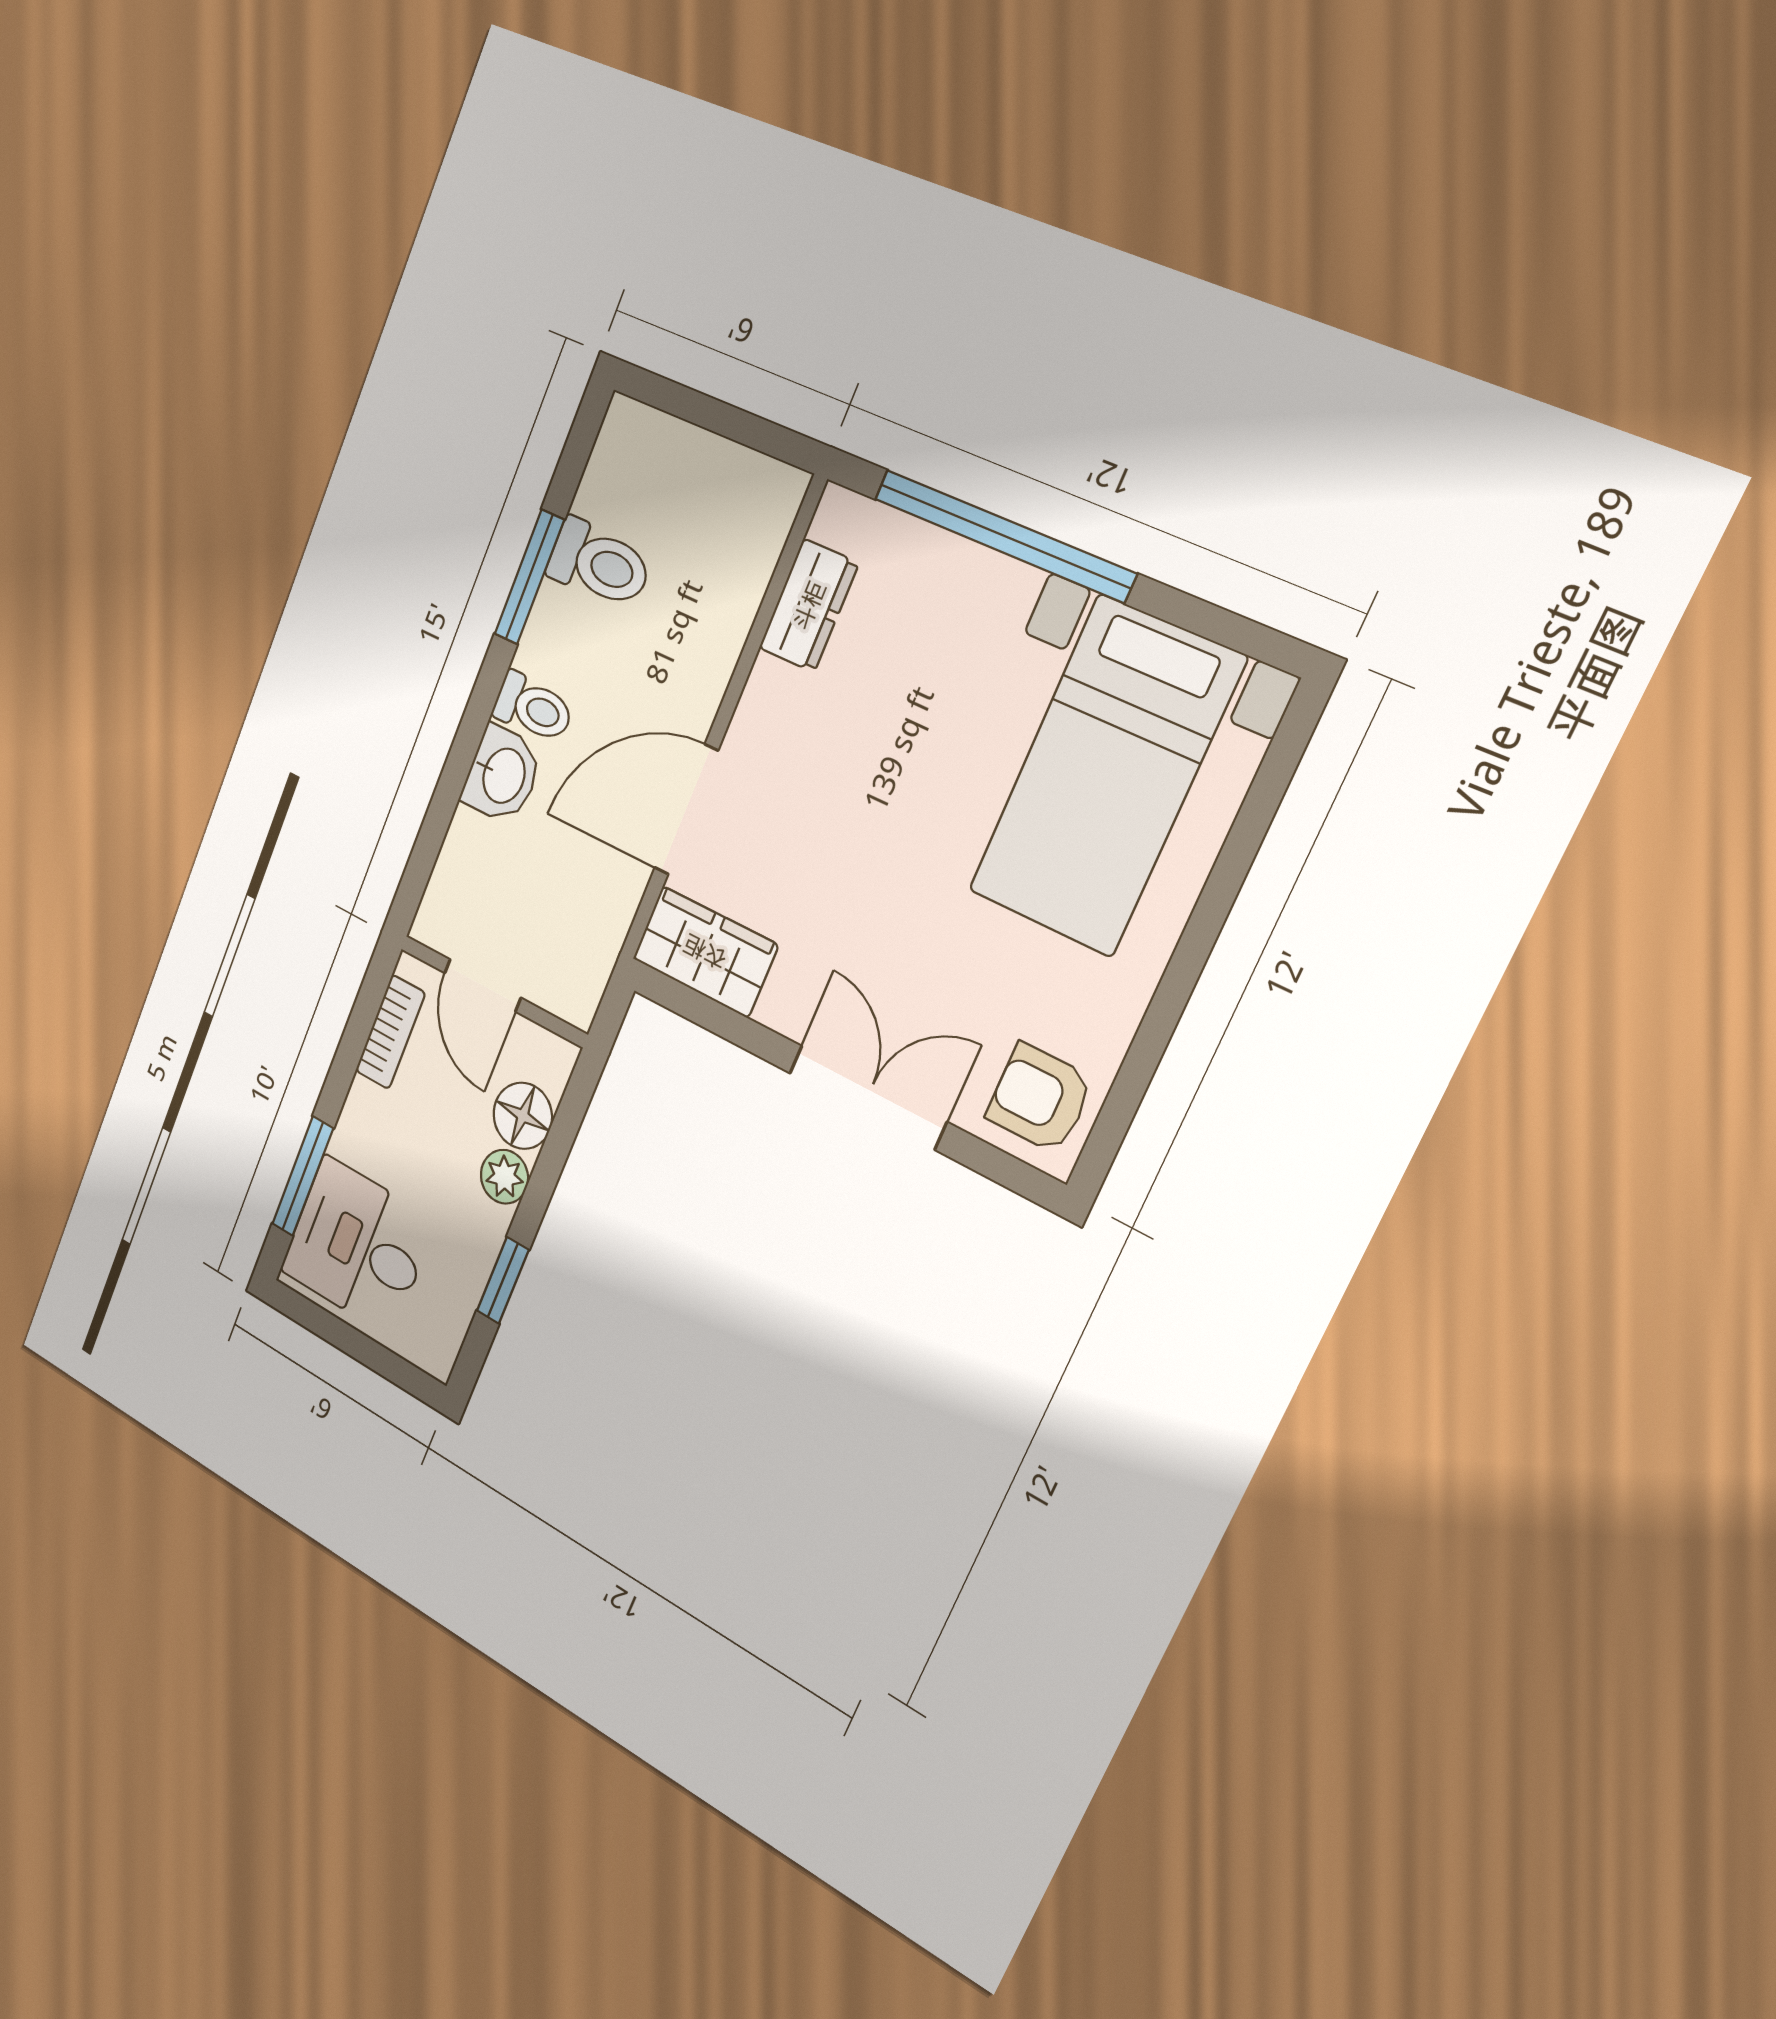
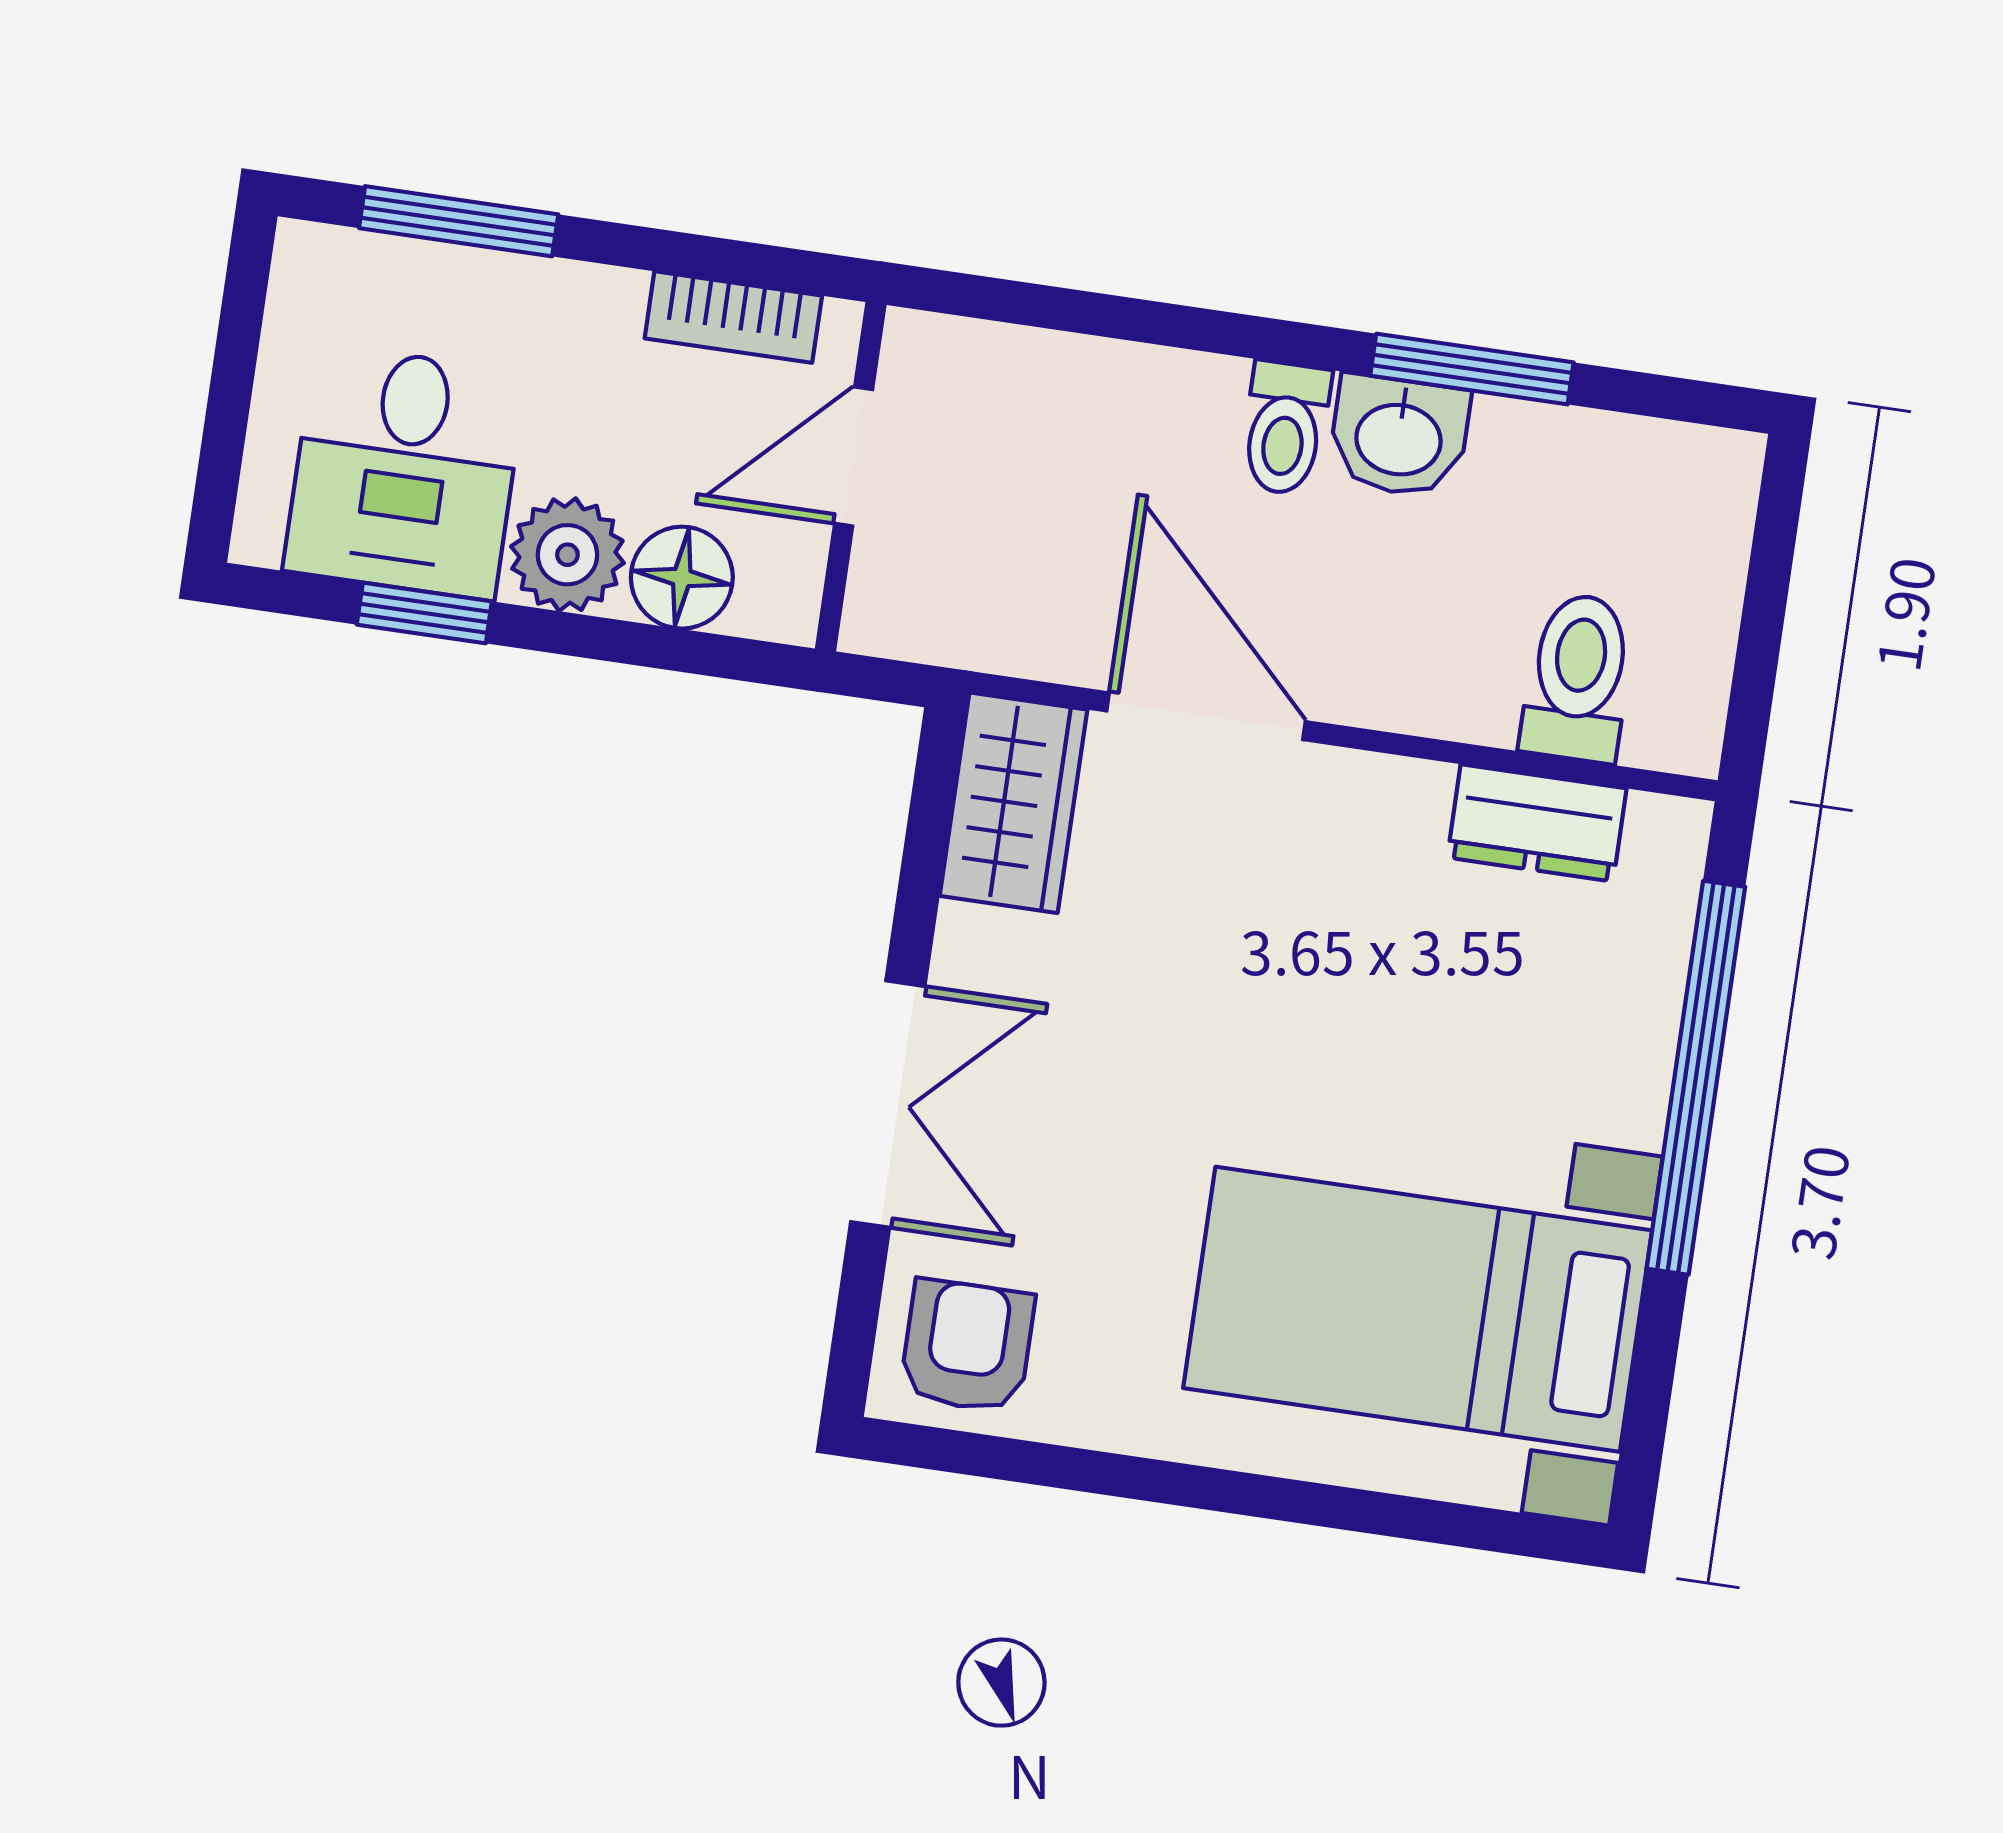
toilet: (599, 564) -> (1578, 678), moved, turned 180
washbasin: (502, 775) -> (1399, 436), moved
plant: (504, 1177) -> (567, 555), width x1.38, depth x1.38
desk: (358, 1246) -> (405, 472), moved, turned 180

